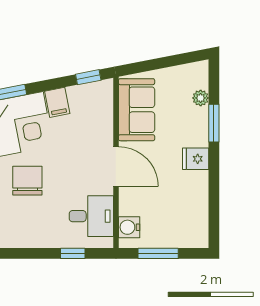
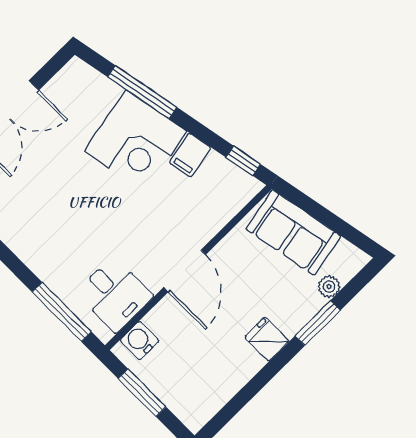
sofa: (137, 110) -> (293, 233), moved, turned 79
chair: (27, 181) -> (88, 200), removed
window: (73, 253) -> (62, 312), width x2.17

